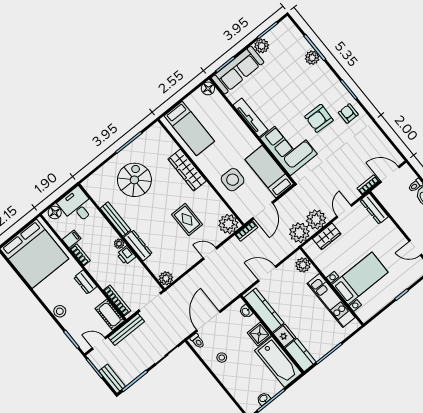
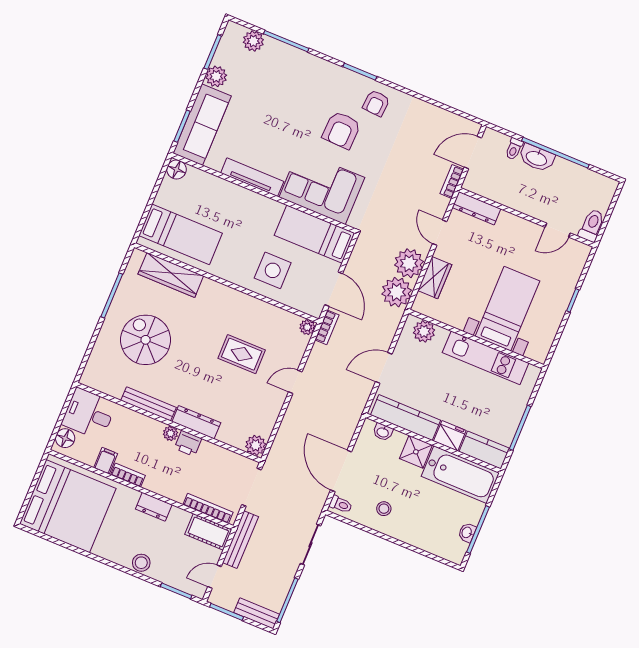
plant: (312, 58) -> (253, 41), moved
armchair: (348, 114) -> (376, 103), turned -86
wardrobe: (187, 170) -> (171, 275), moved
plant: (228, 224) -> (307, 327), width x0.53, depth x0.53

